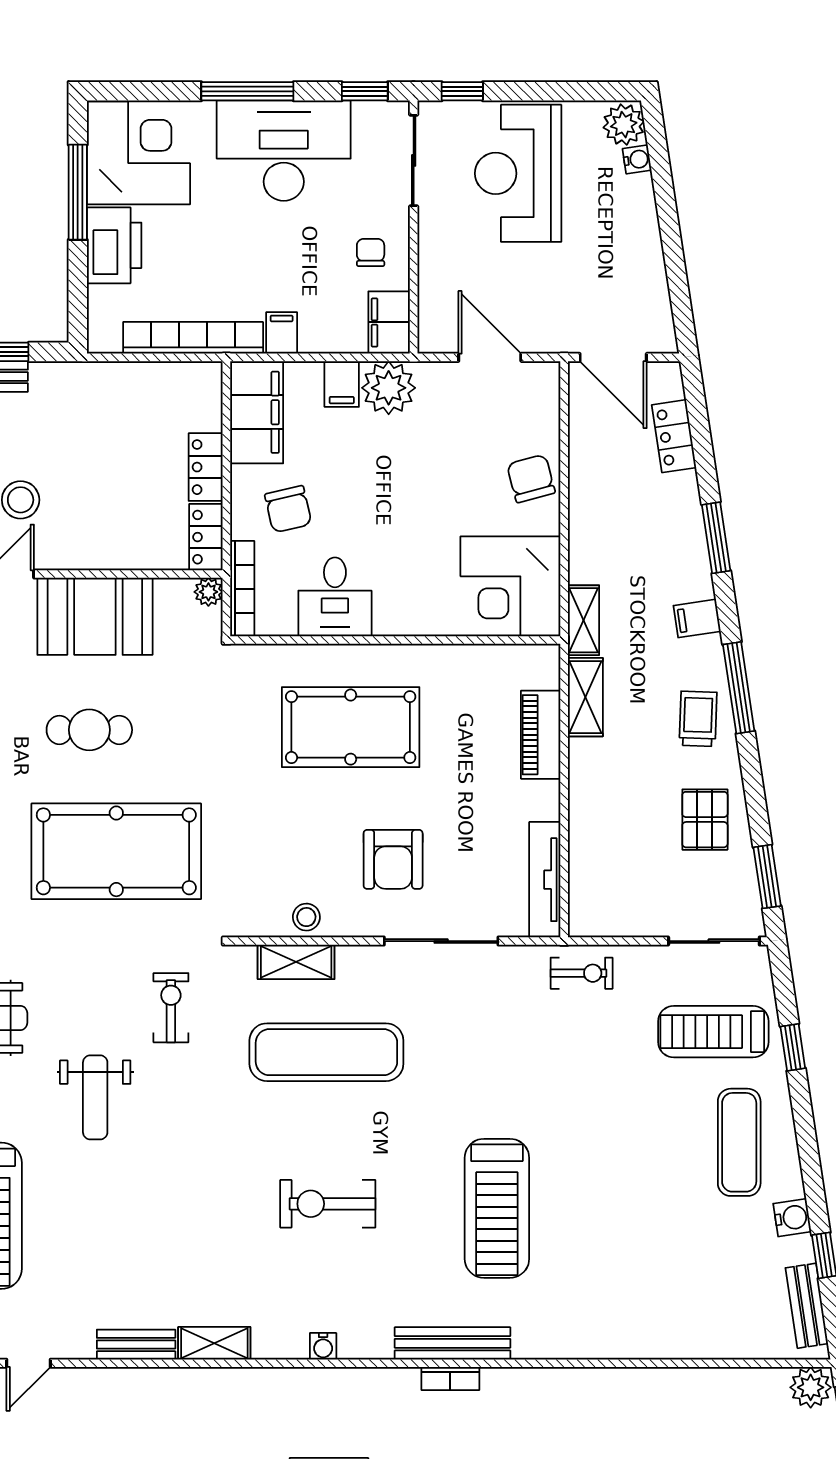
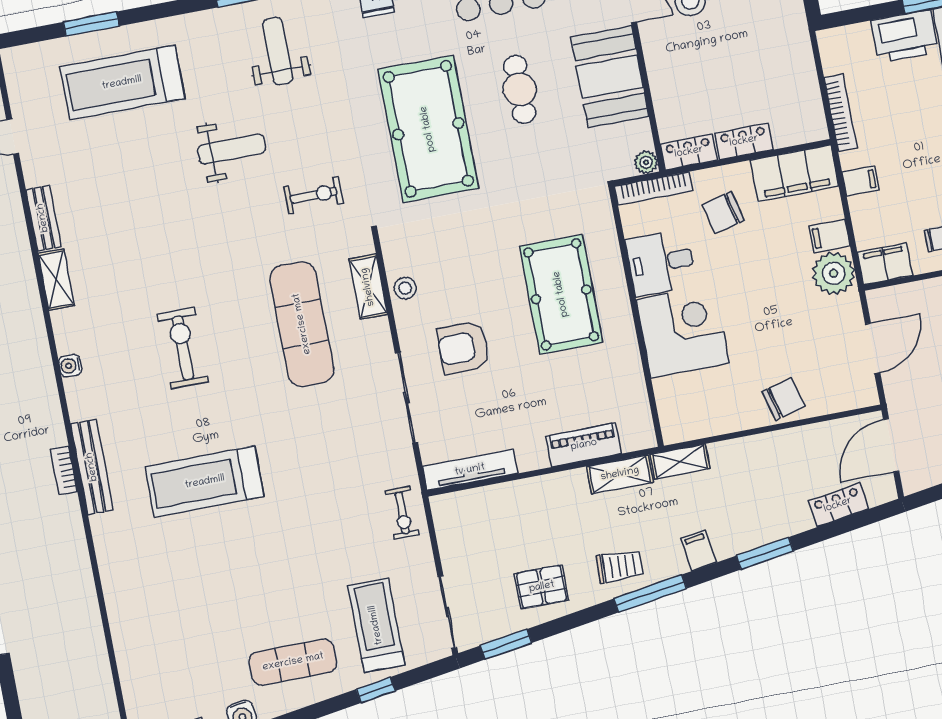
bookcase: (193, 338) -> (841, 113), width x0.68, depth x0.76
corner desk: (510, 586) -> (683, 331), moved, turned 90
weight bench: (95, 1097) -> (232, 149), turned 180

